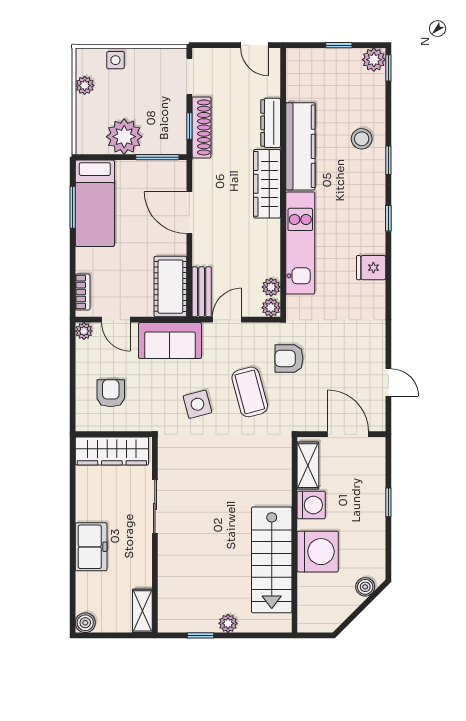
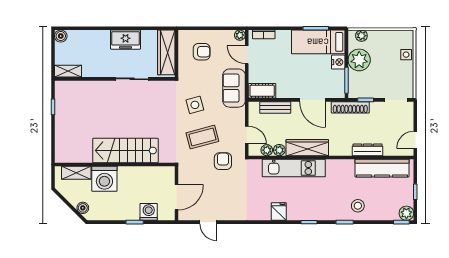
plant: (85, 85) -> (361, 36), moved
shoe rack: (201, 127) -> (350, 107), moved
kitchen counter: (300, 146) -> (382, 168), moved
nightstand: (128, 171) -> (338, 62), added
wardrobe: (267, 184) -> (307, 148), moved
door: (189, 213) -> (312, 100), swing flipped
cot: (170, 287) -> (262, 91), width x0.73, depth x0.75
bench: (202, 292) -> (275, 107), moved
plant: (271, 308) -> (279, 150), moved
door: (116, 320) -> (247, 55), hinge flipped
door: (227, 320) -> (247, 135), moved
door: (388, 382) -> (208, 222), hinge flipped
shelving: (308, 466) -> (76, 173), moved
washing machine: (311, 505) -> (149, 212), moved, turned 180
freezer: (91, 547) -> (125, 40), moved
stairs: (272, 560) -> (125, 151), moved
plant: (228, 623) -> (60, 124), removed

